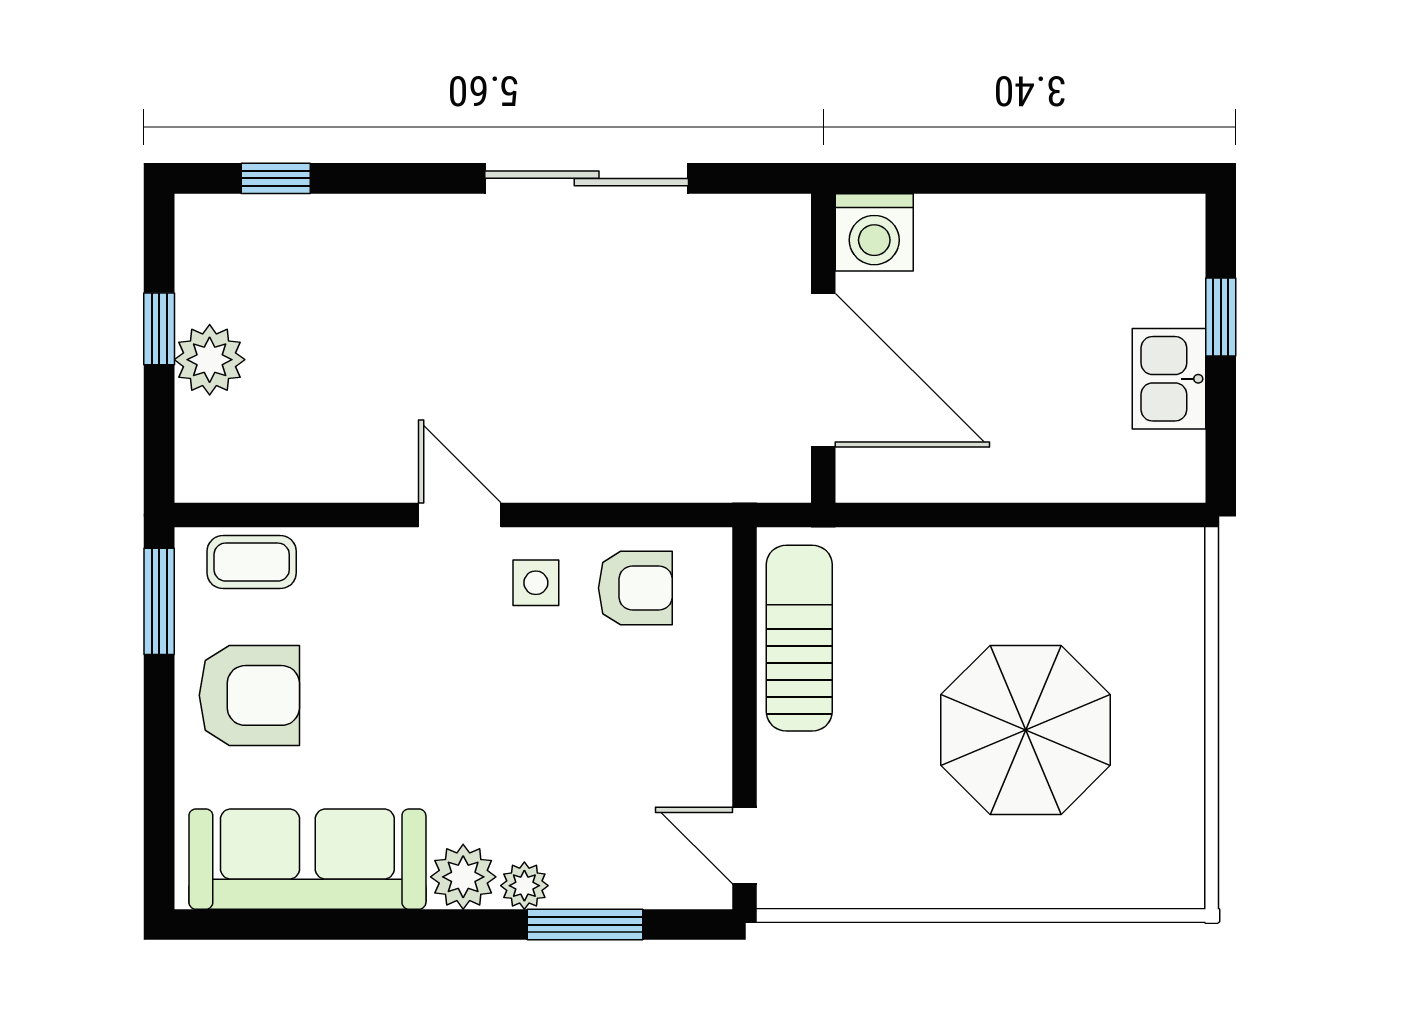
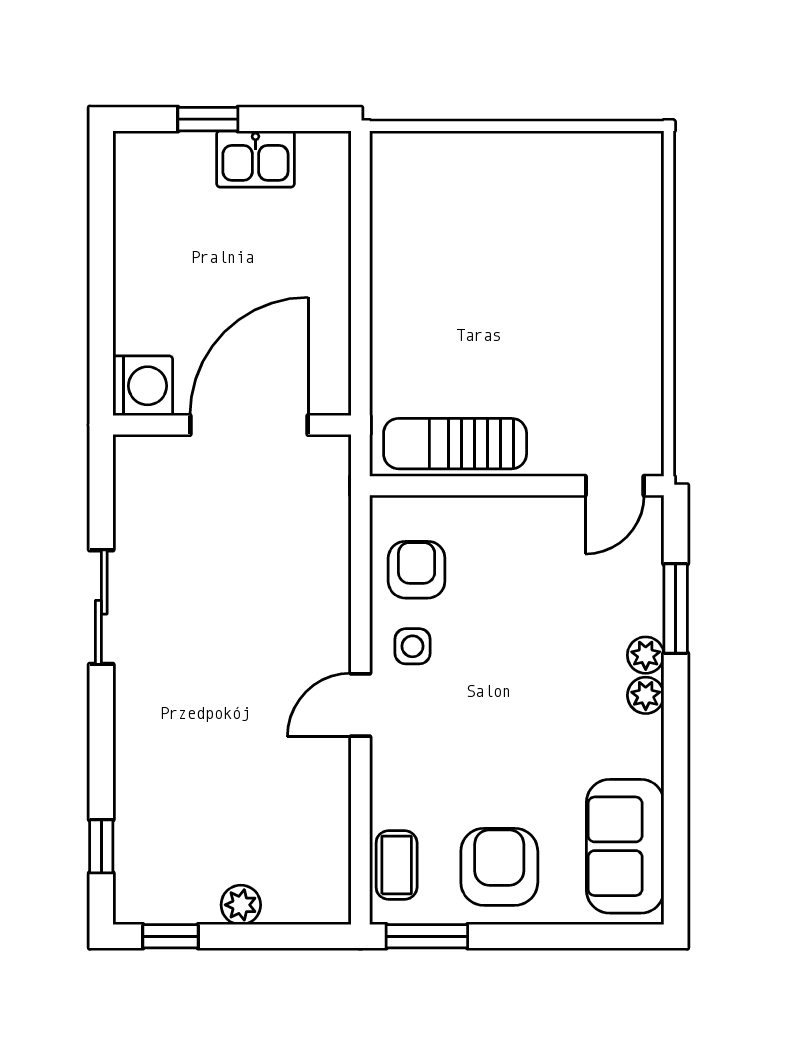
sliding door: (587, 178) -> (101, 607), width x0.73
window: (159, 329) -> (171, 936), moved
plant: (210, 360) -> (241, 905), width x0.73, depth x0.73
parasol: (1026, 730) -> (526, 269), removed
sofa: (307, 859) -> (625, 846), width x0.73
plant: (463, 877) -> (646, 695), width x0.73, depth x0.73

